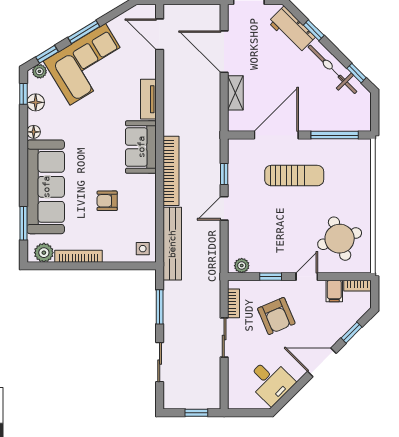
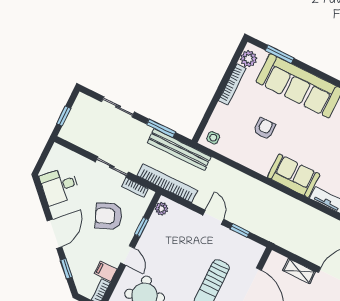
bookcase: (171, 171) -> (167, 183), moved, turned 180
bench: (172, 244) -> (179, 150), moved

